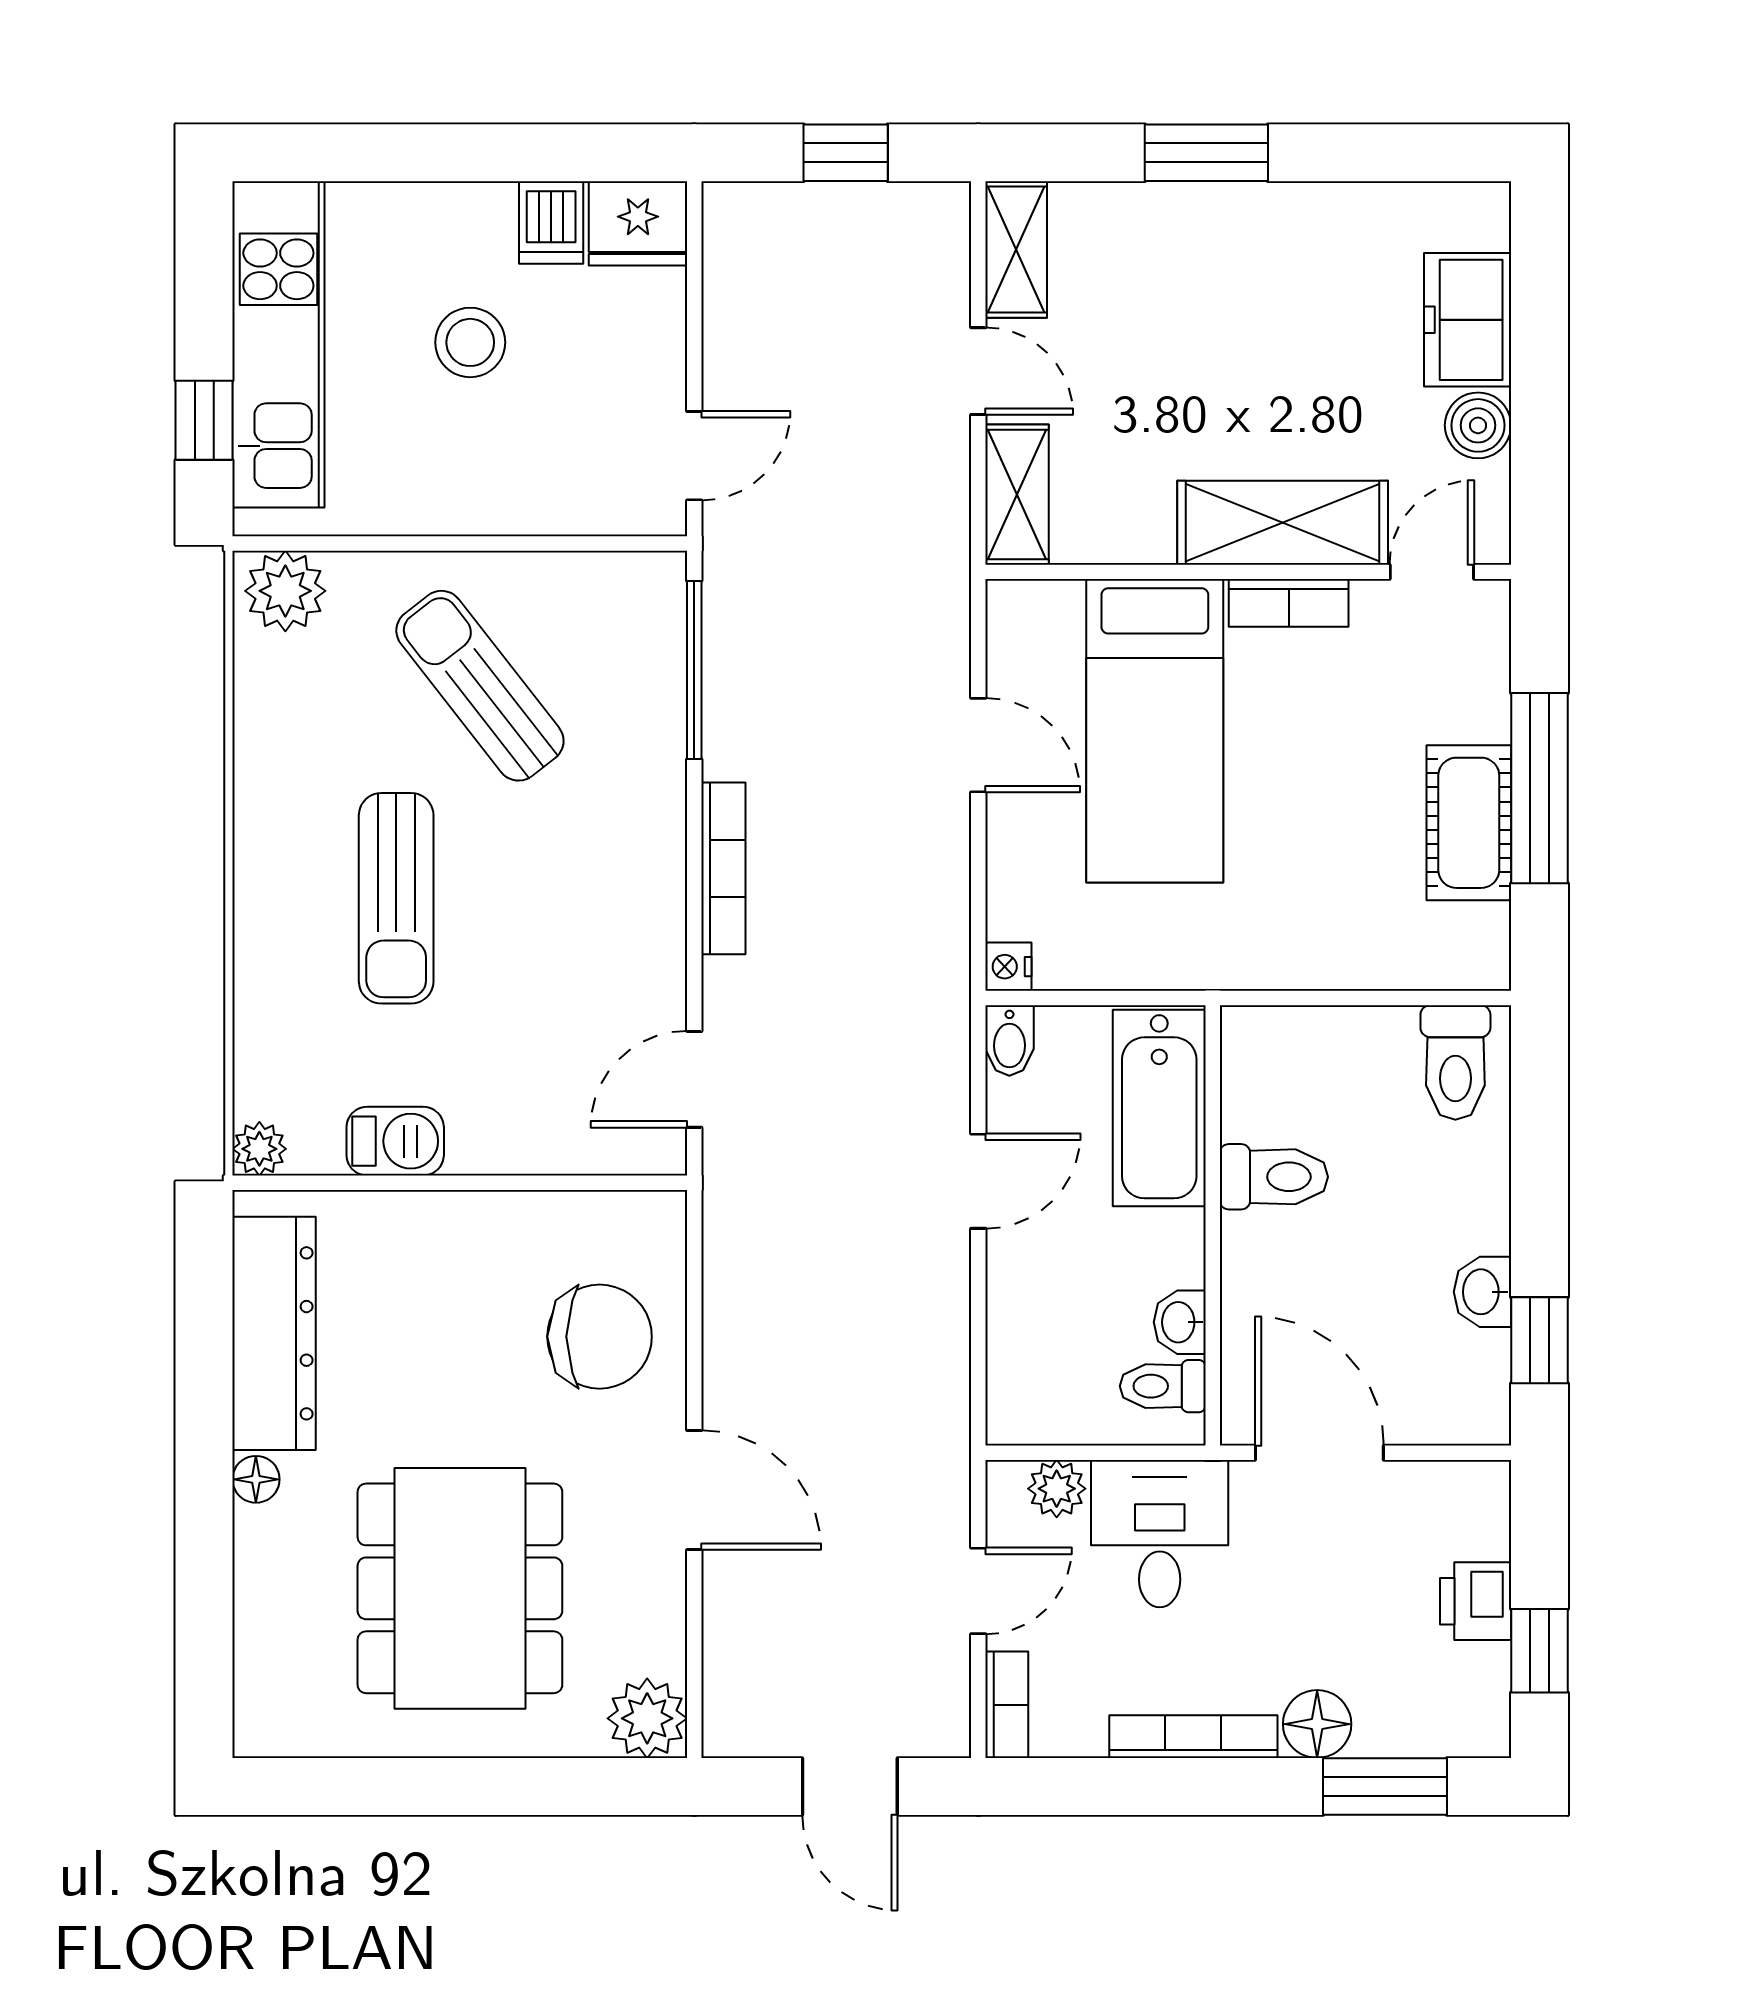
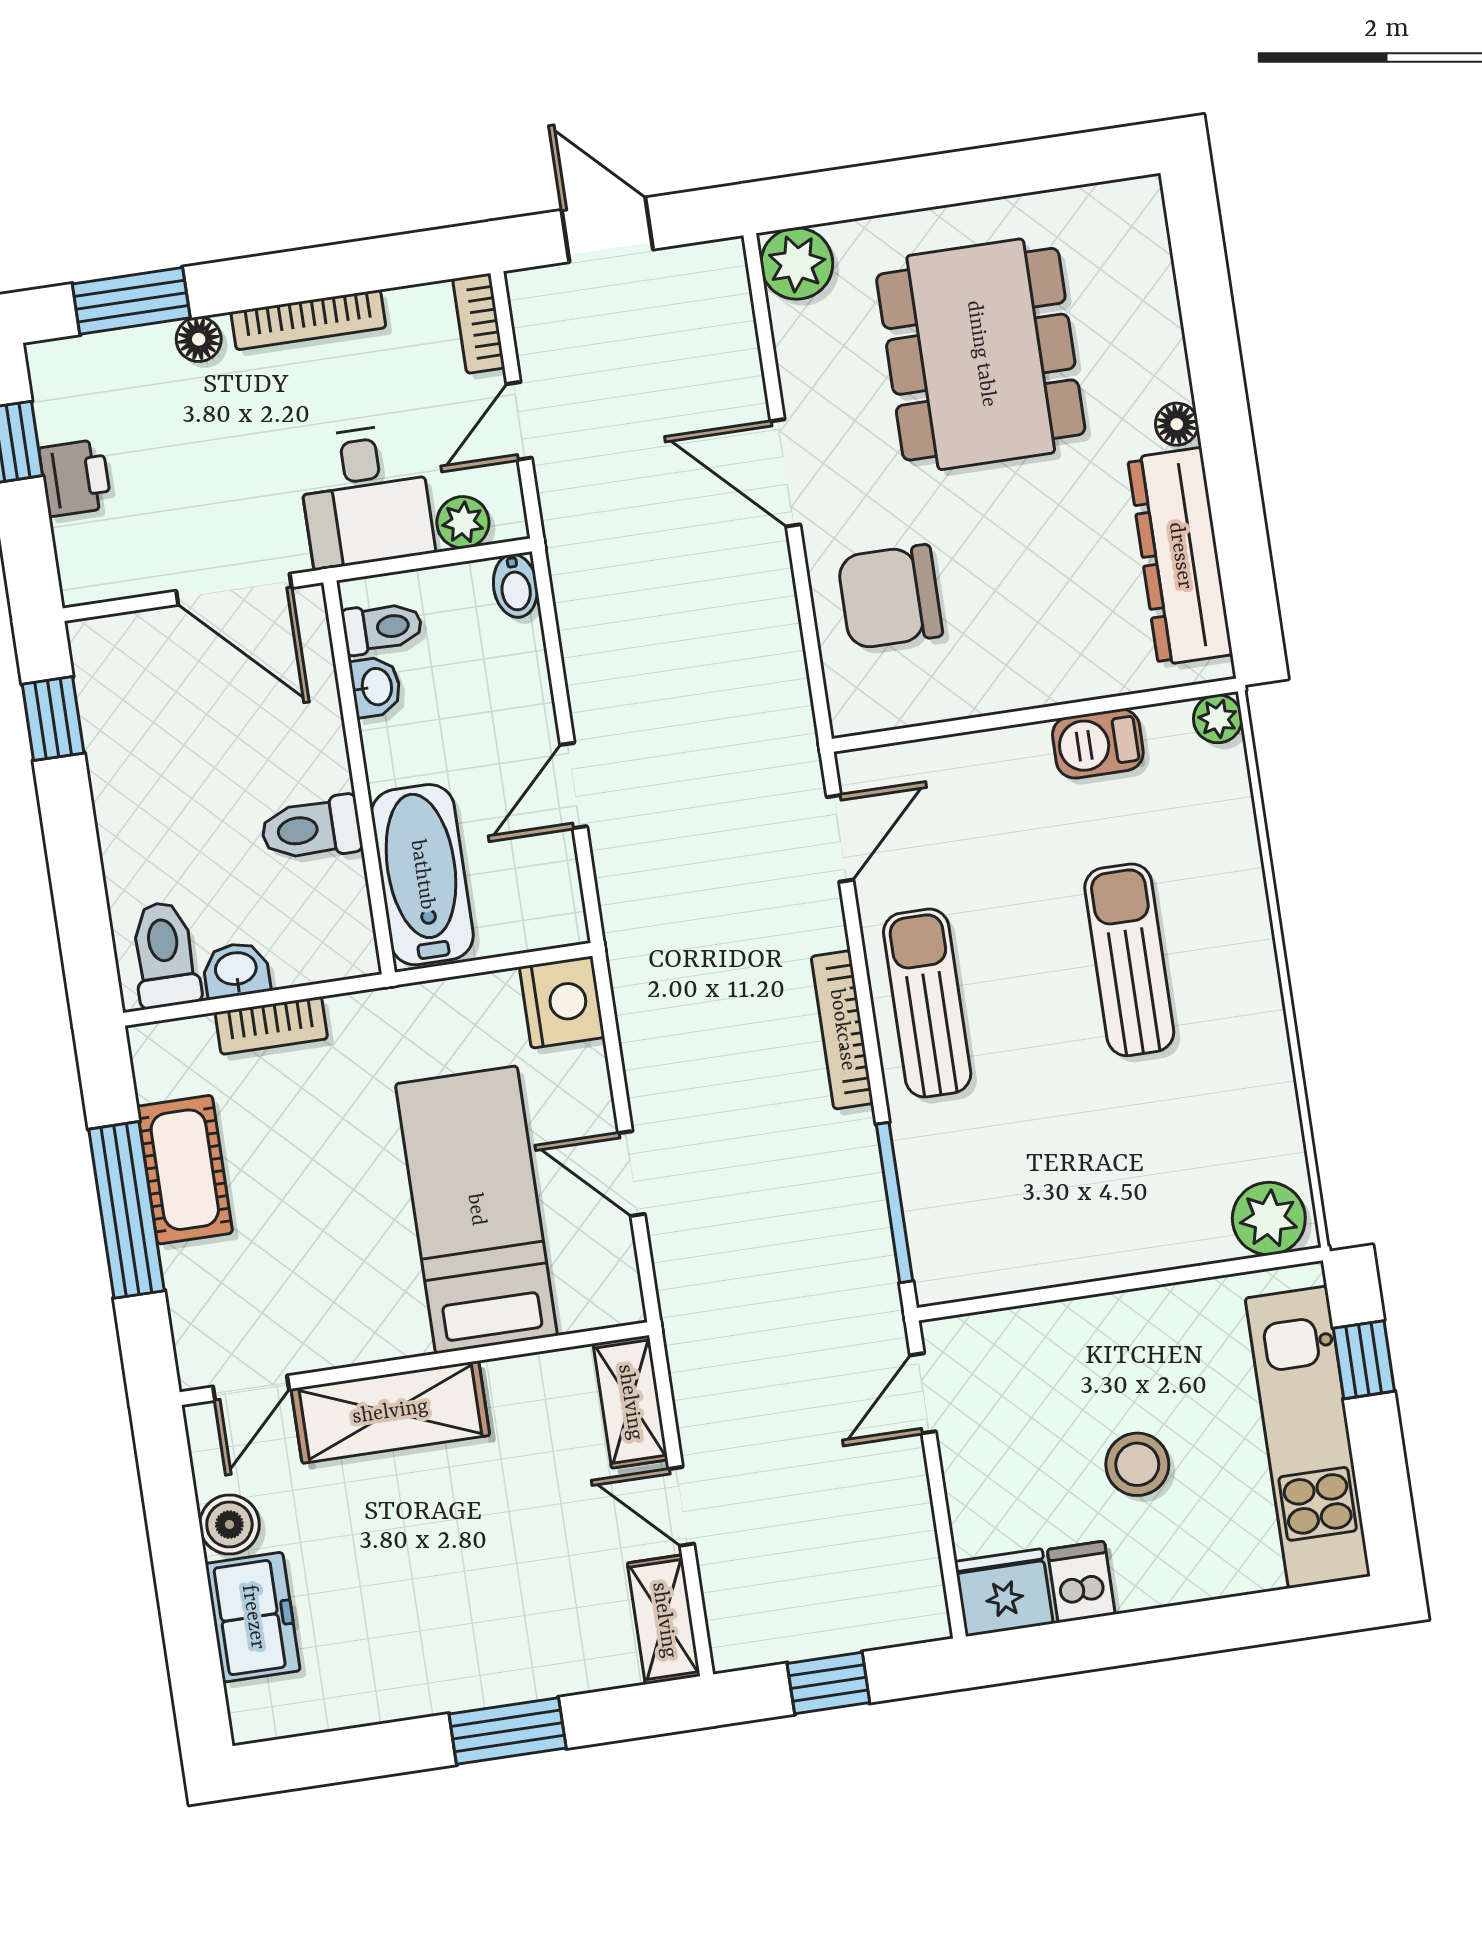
bookcase: (1289, 603) -> (271, 1025), moved, turned 180
sun lounger: (480, 686) -> (927, 1003), moved, turned -142
nightstand: (1008, 967) -> (562, 1002), width x1.89, depth x1.79
bidet: (1009, 1041) -> (515, 586), moved, turned 180
washbasin: (1482, 1292) -> (236, 970), moved, turned -90
floor lamp: (1317, 1724) -> (199, 339), width x0.73, depth x0.73

